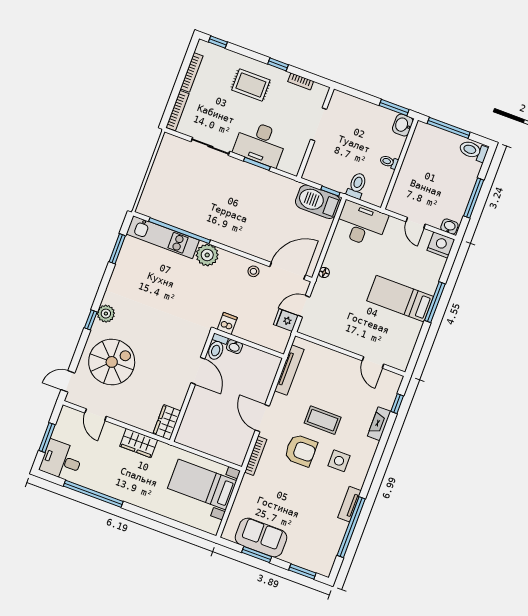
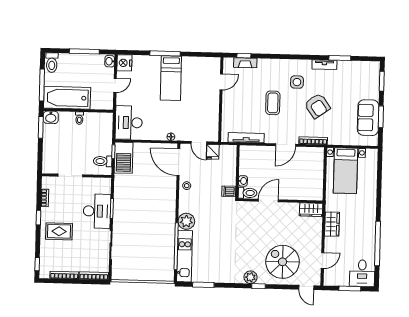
rug: (251, 85) -> (59, 231), turned 90
bathtub: (421, 155) -> (67, 98), added
toilet: (357, 186) -> (103, 161), moved
fireplace: (379, 424) -> (245, 63), moved
armchair: (301, 450) -> (317, 106), moved, turned 145
window: (351, 527) -> (340, 58), width x0.47

